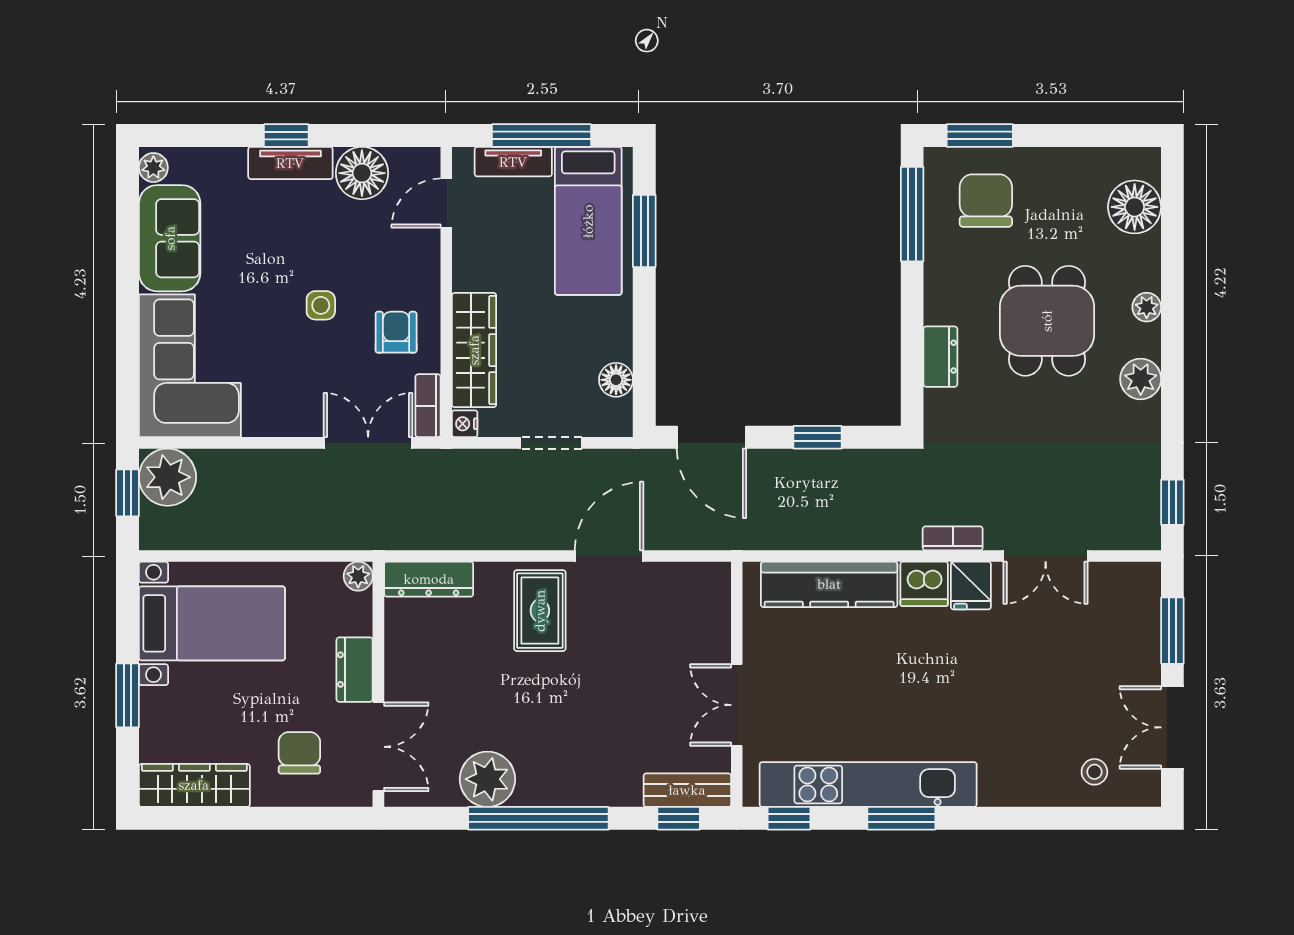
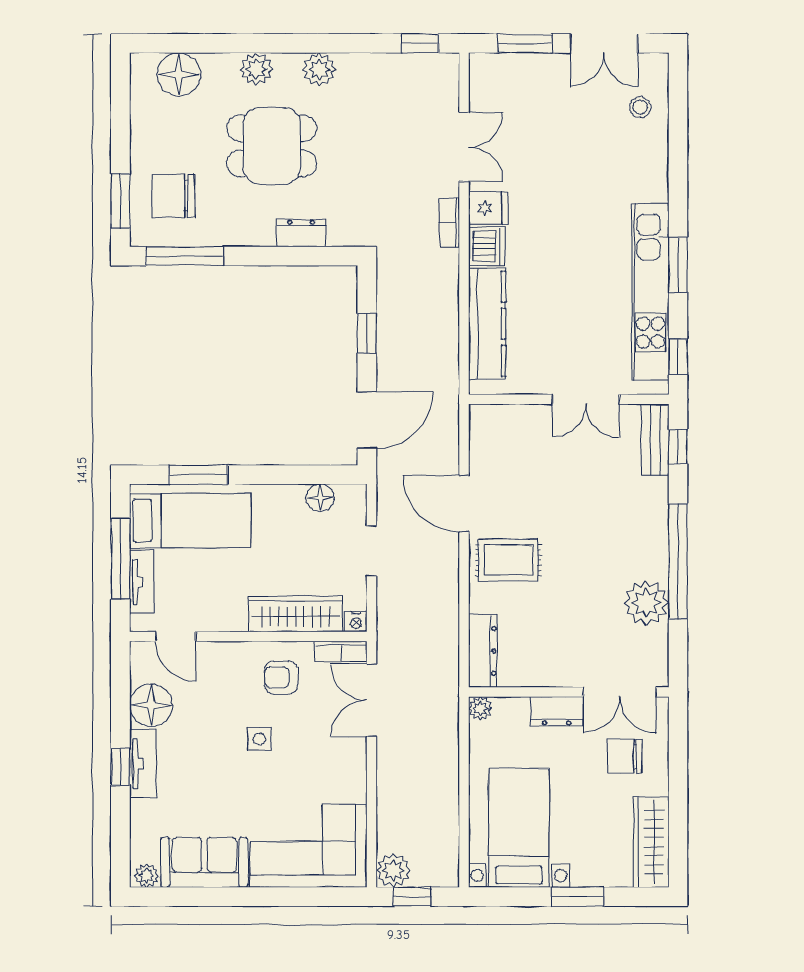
plant: (1147, 307) -> (256, 69), width x1.38, depth x1.38
plant: (167, 477) -> (393, 870), width x0.73, depth x0.73
double door: (378, 747) -> (620, 692), swing flipped

